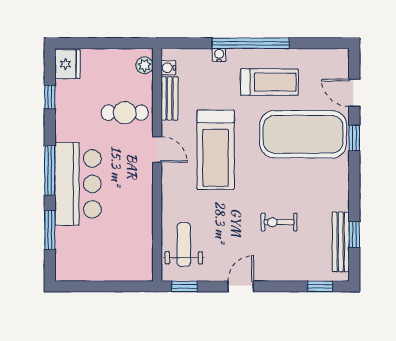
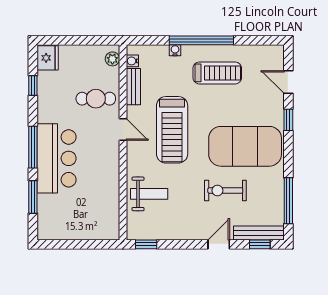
exercise mat: (303, 134) -> (245, 146), moved
exercise bike: (279, 222) -> (225, 190), width x1.38, depth x1.39
window: (354, 234) -> (288, 201), width x2.17
bench: (341, 242) -> (259, 233), moved, turned 90
weight bench: (184, 244) -> (149, 194), moved, turned 90
door: (241, 286) -> (219, 244), moved

